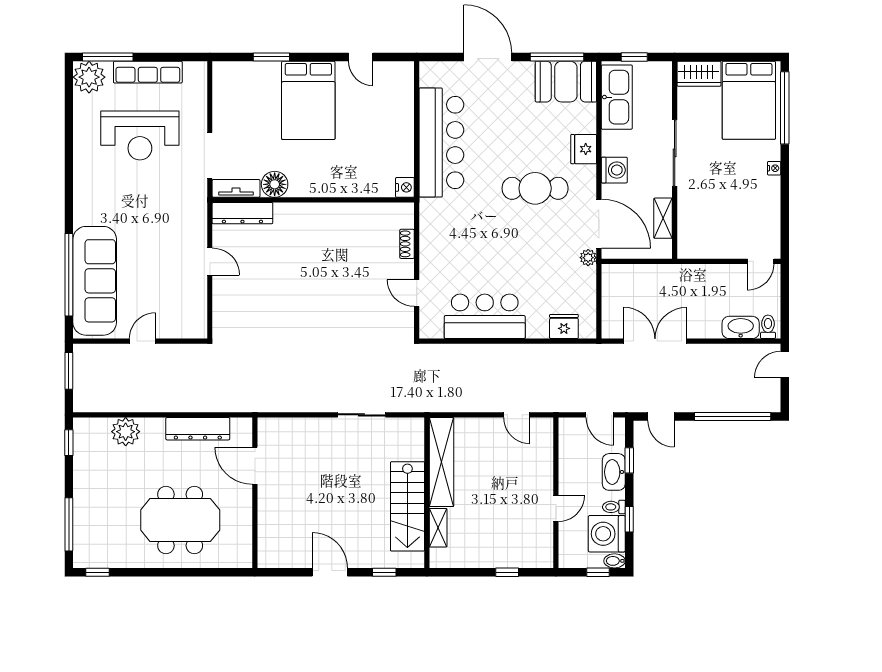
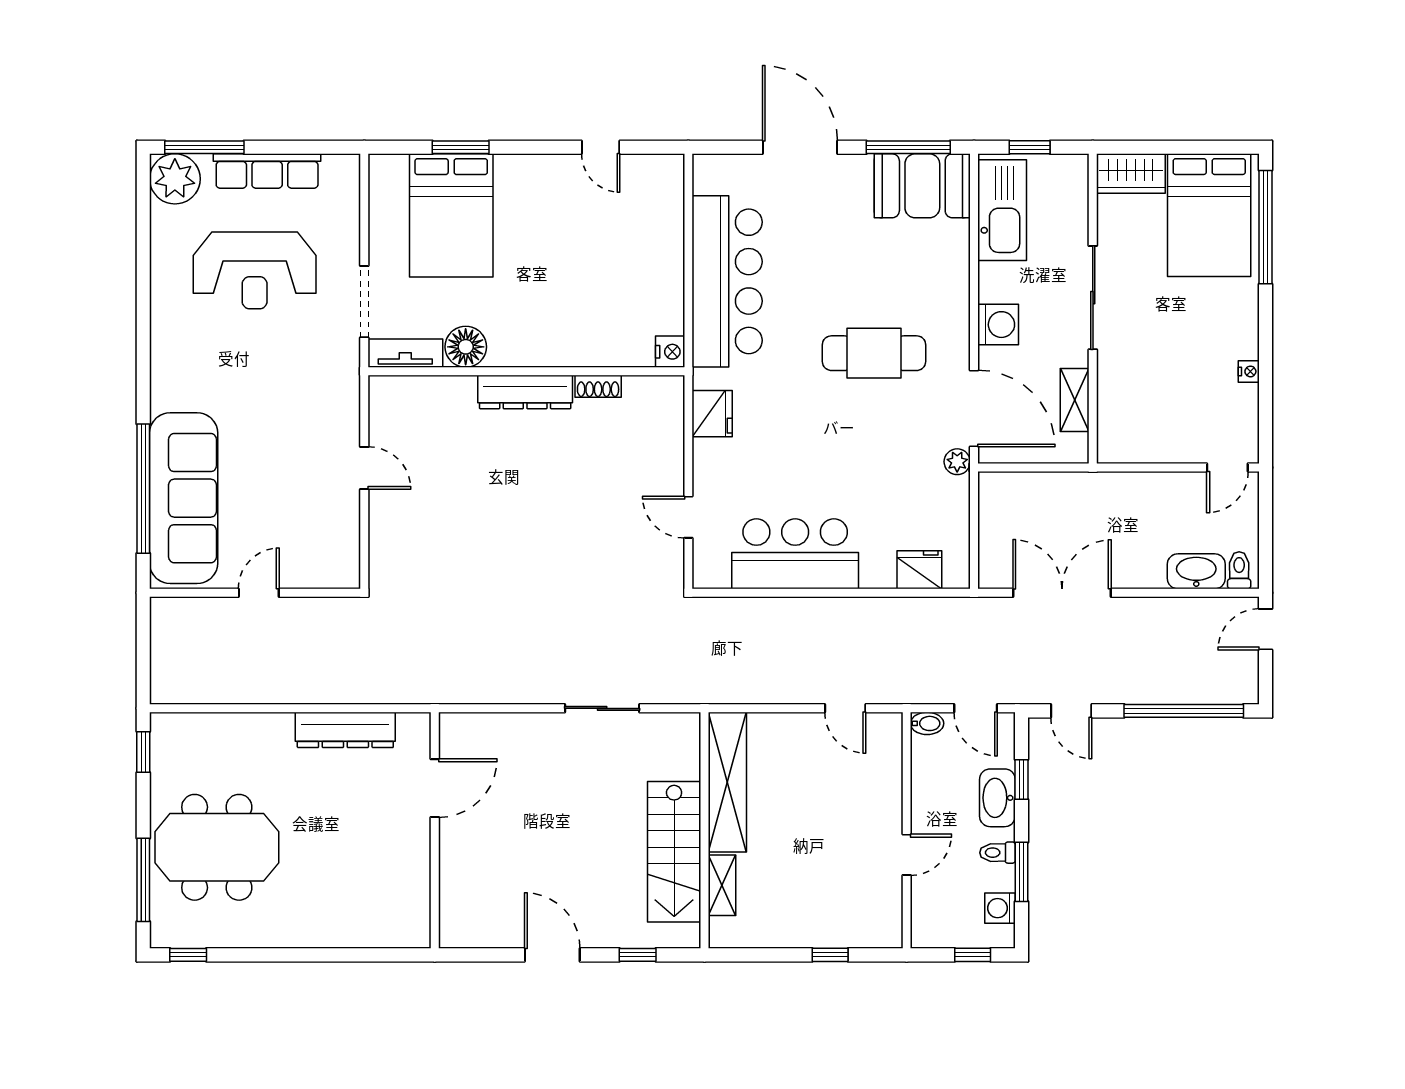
bed: (308, 100) -> (451, 215), moved
fridge: (584, 149) -> (712, 414), moved, turned 180
nightstand: (774, 168) -> (1249, 371), moved
dresser: (242, 213) -> (525, 392), moved
shoe rack: (407, 244) -> (598, 386), moved, turned -90
window: (69, 371) -> (143, 639), removed
plant: (126, 432) -> (232, 735), removed
door: (255, 466) -> (435, 788), swing flipped
window: (629, 519) -> (1022, 872), width x1.50
meeting table: (180, 520) -> (217, 847), moved
washing machine: (607, 534) -> (1000, 908), width x0.53, depth x0.53
bidet: (615, 561) -> (927, 723), moved, turned 180

